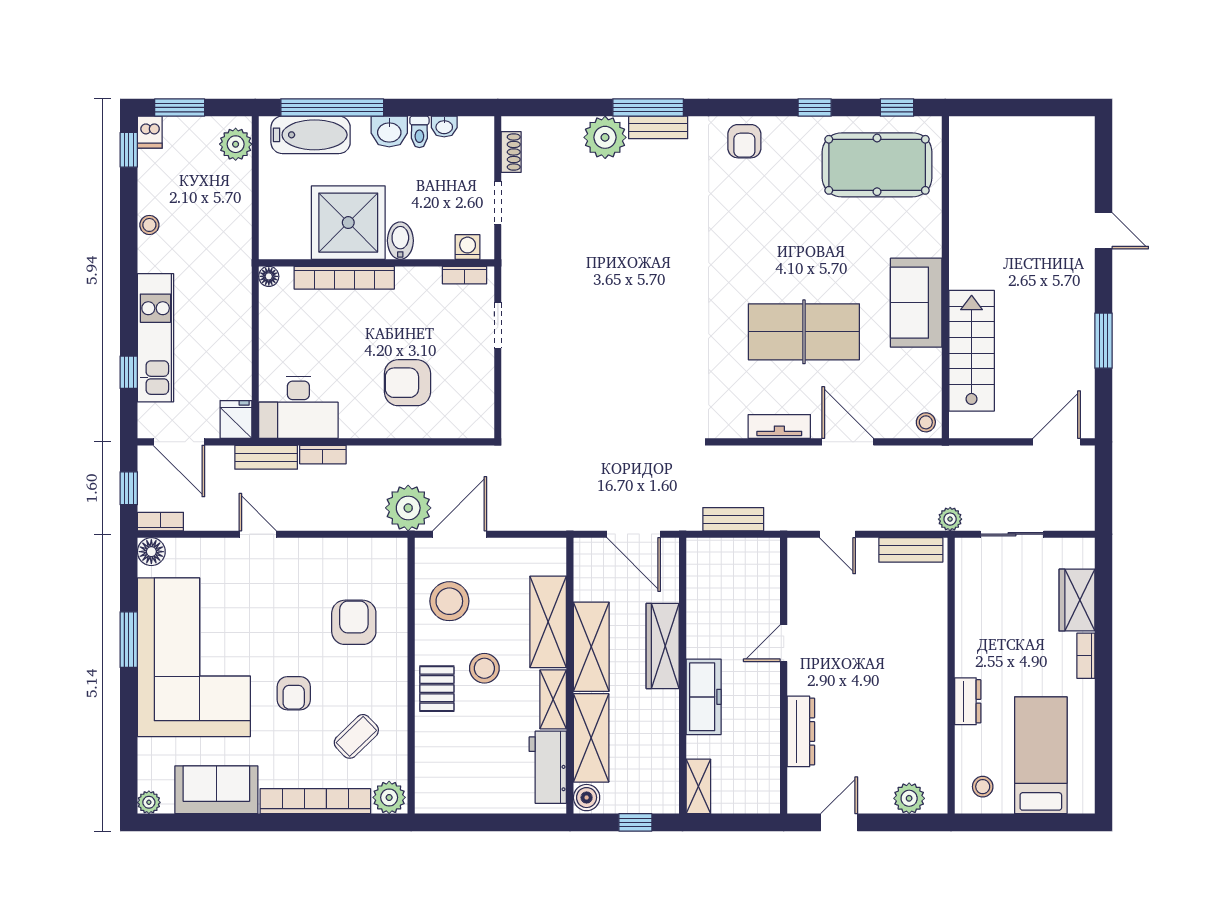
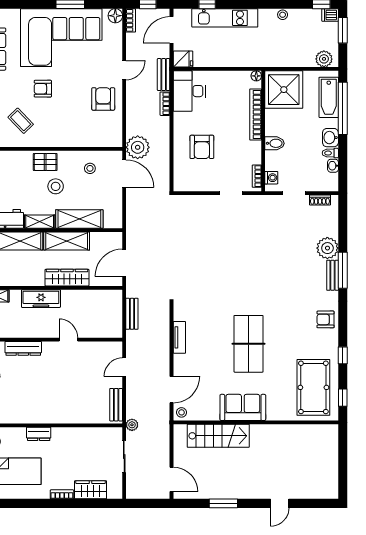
shower: (348, 223) -> (284, 90), moved
table tennis table: (804, 332) -> (249, 344), moved
armchair: (407, 383) -> (202, 147), turned 180
door: (848, 442) -> (172, 390), moved
stool: (449, 601) -> (90, 168), width x0.53, depth x0.53
armchair: (354, 622) -> (103, 99), moved, turned -90

